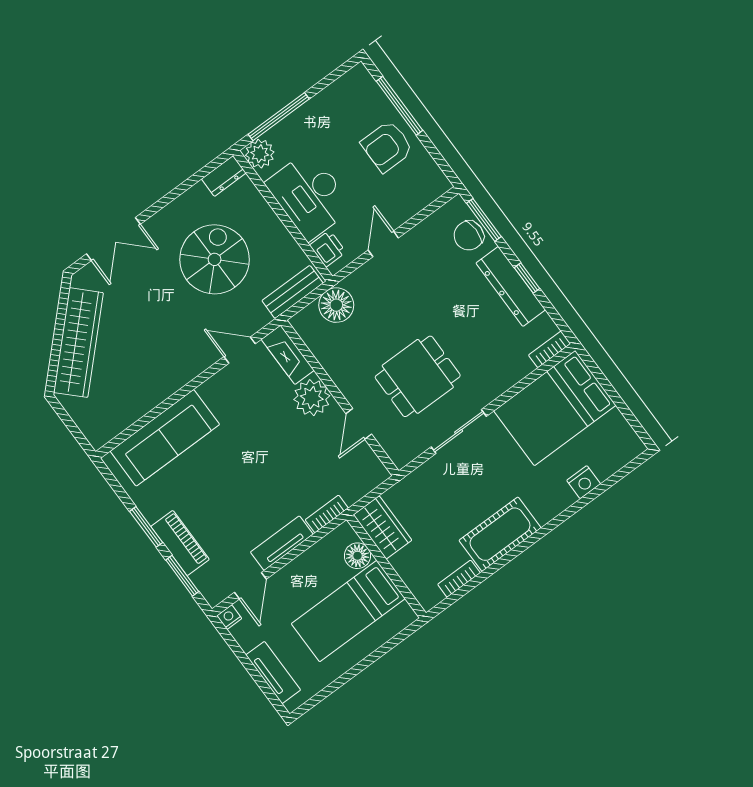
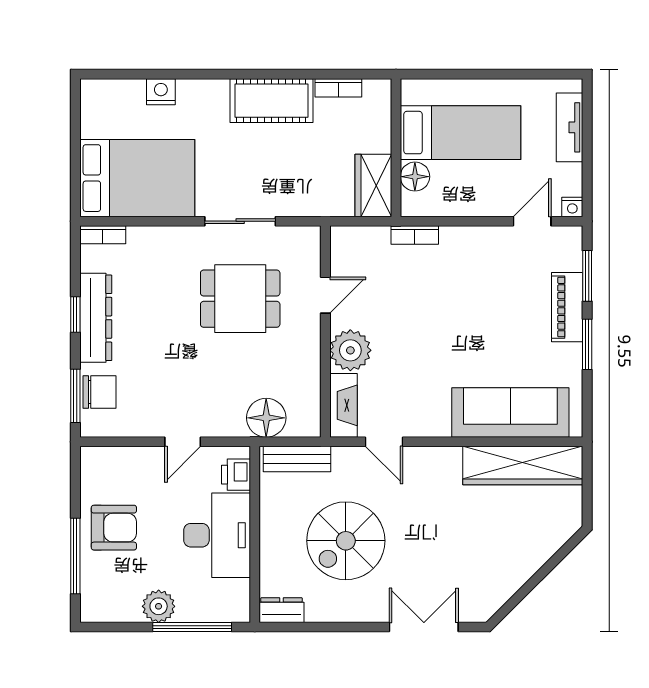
plant: (260, 154) -> (159, 606), moved
wardrobe: (78, 343) -> (523, 466), moved, turned -135
tv unit: (282, 543) -> (475, 239), removed

